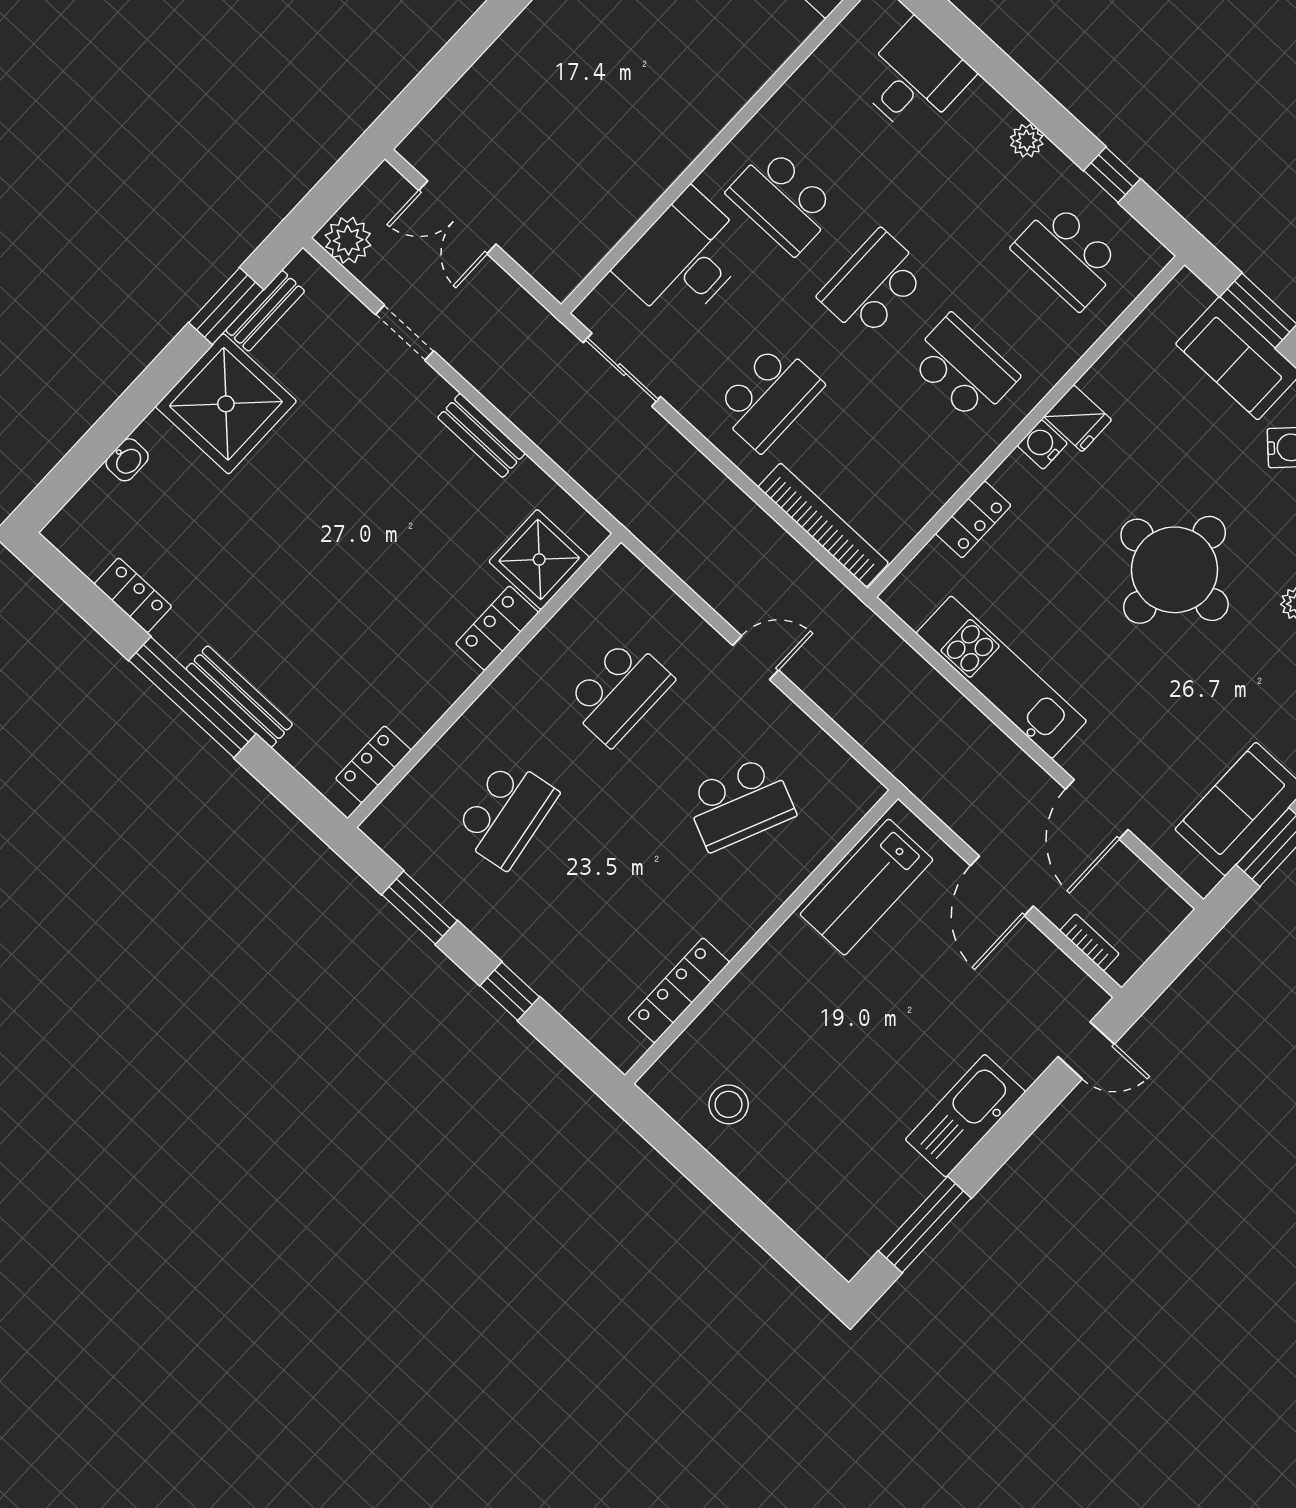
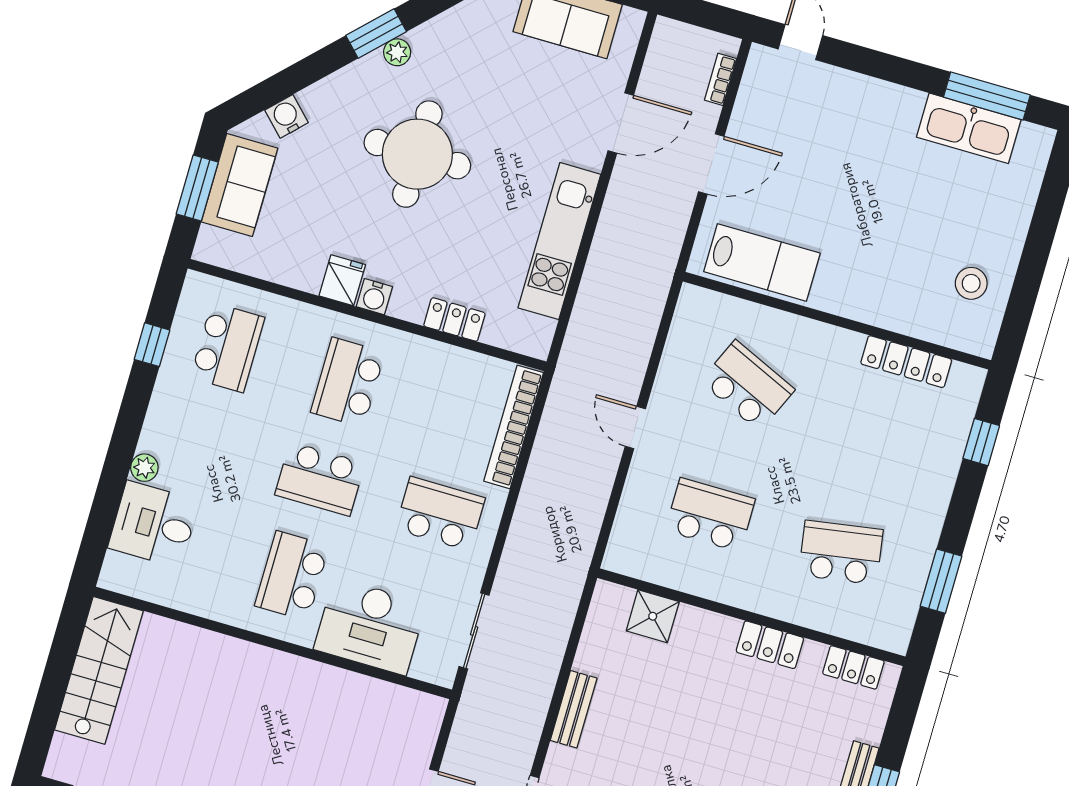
plant: (1027, 141) -> (144, 468), moved
school desk: (782, 201) -> (292, 576), turned 180
shower: (539, 559) -> (653, 616), width x0.73, depth x0.73
locker: (497, 628) -> (770, 645), moved
window: (510, 991) -> (981, 442), moved
kitchen sink: (965, 1116) -> (969, 128), moved

